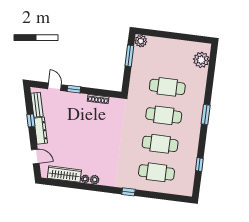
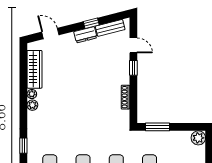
window: (129, 56) -> (158, 127), moved
door: (55, 87) -> (133, 45), hinge flipped
dresser: (41, 131) -> (85, 35), width x0.70
door: (35, 157) -> (50, 33), swing flipped

